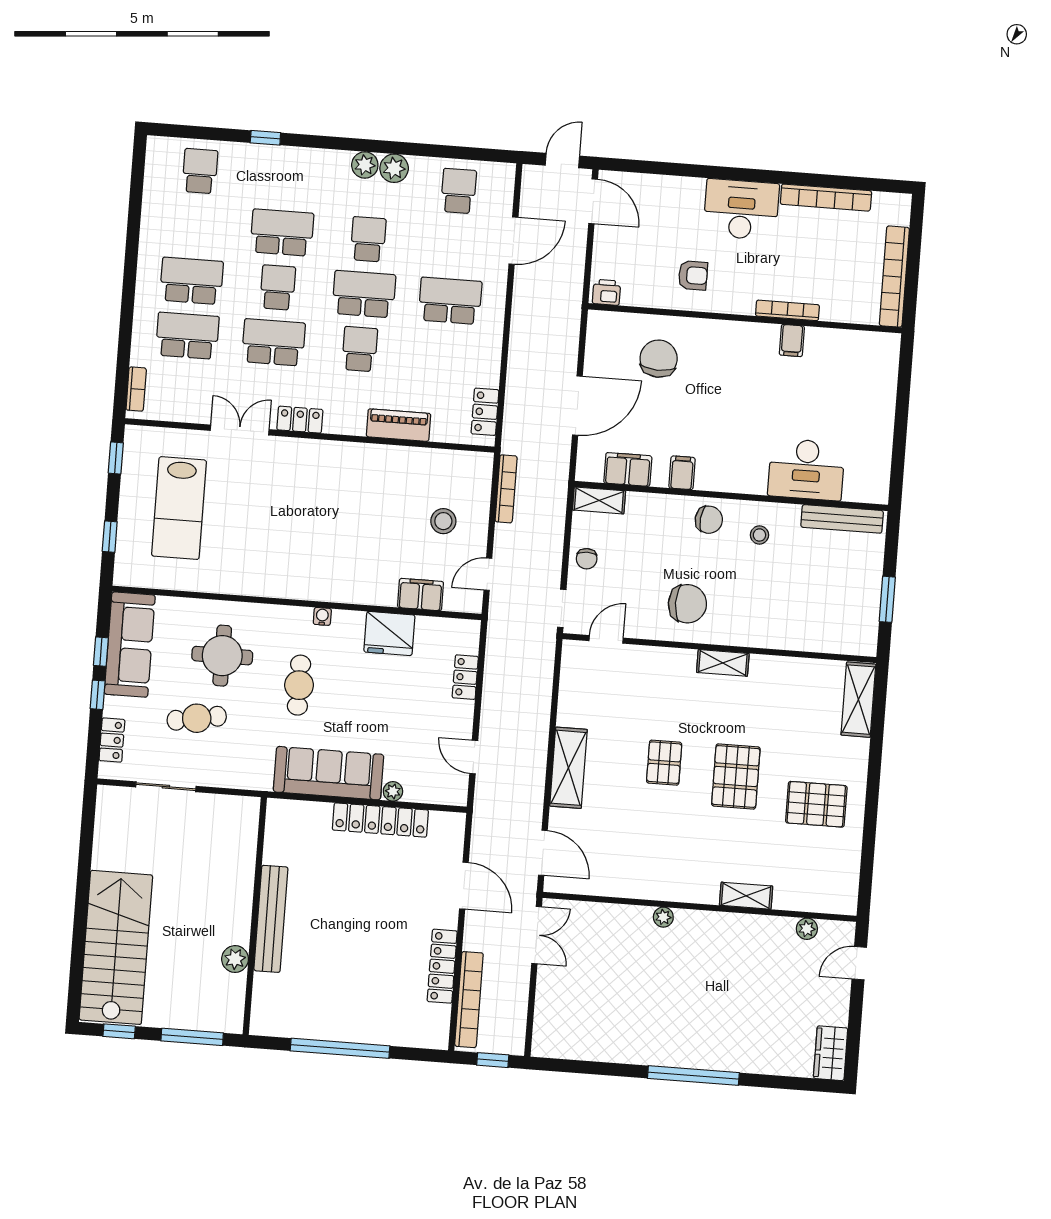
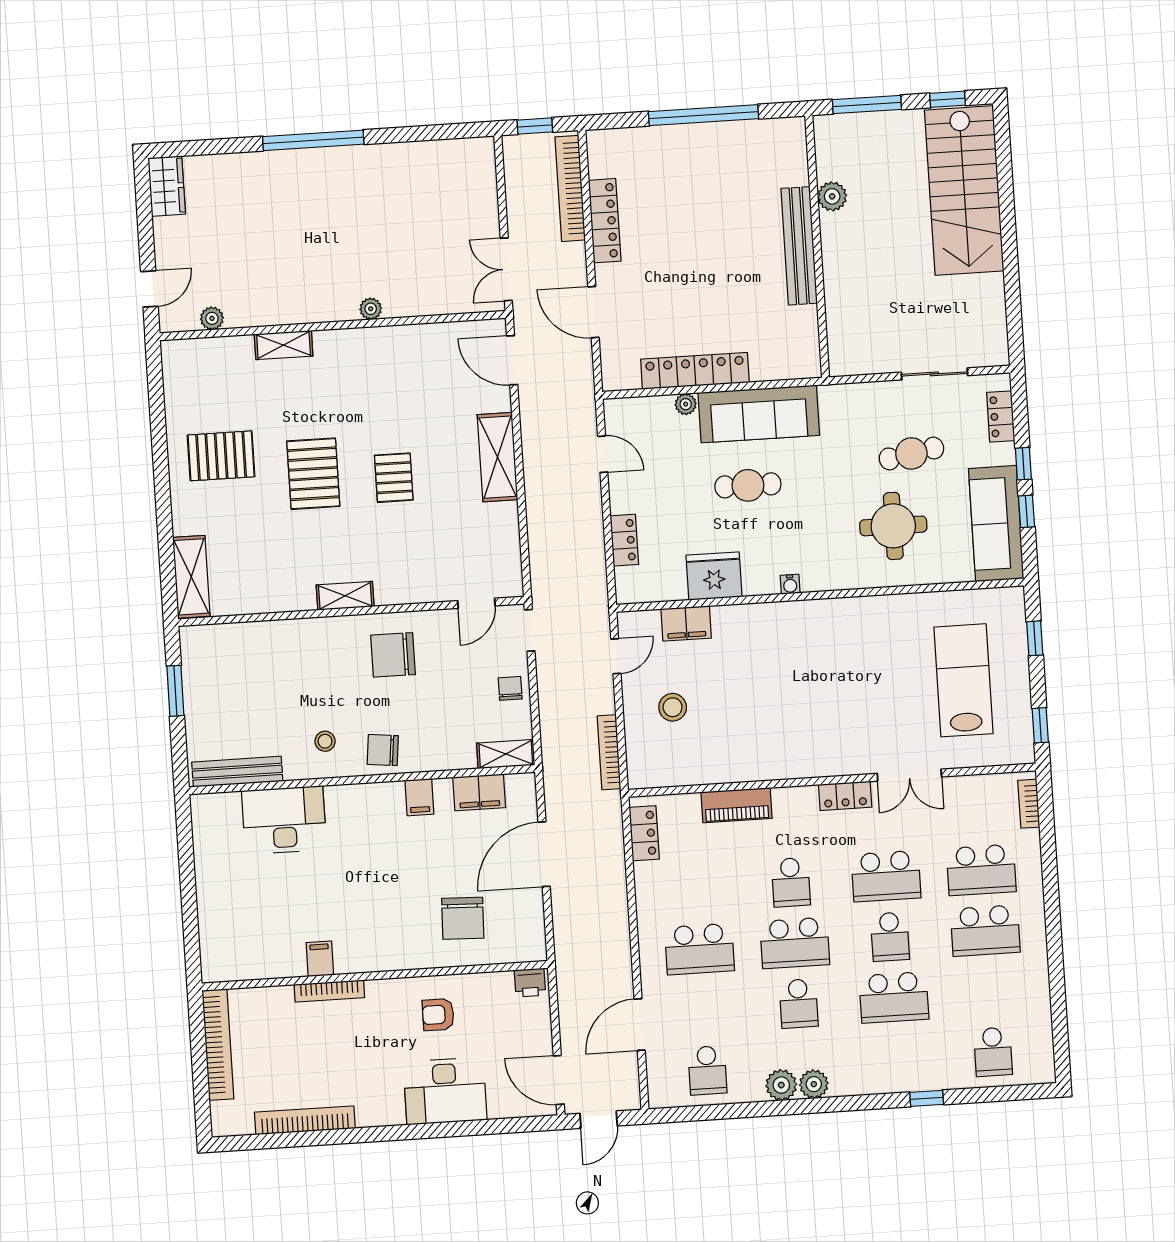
desk: (741, 209) -> (445, 1091), moved
cafe table: (299, 685) -> (748, 485), moved, turned 90

